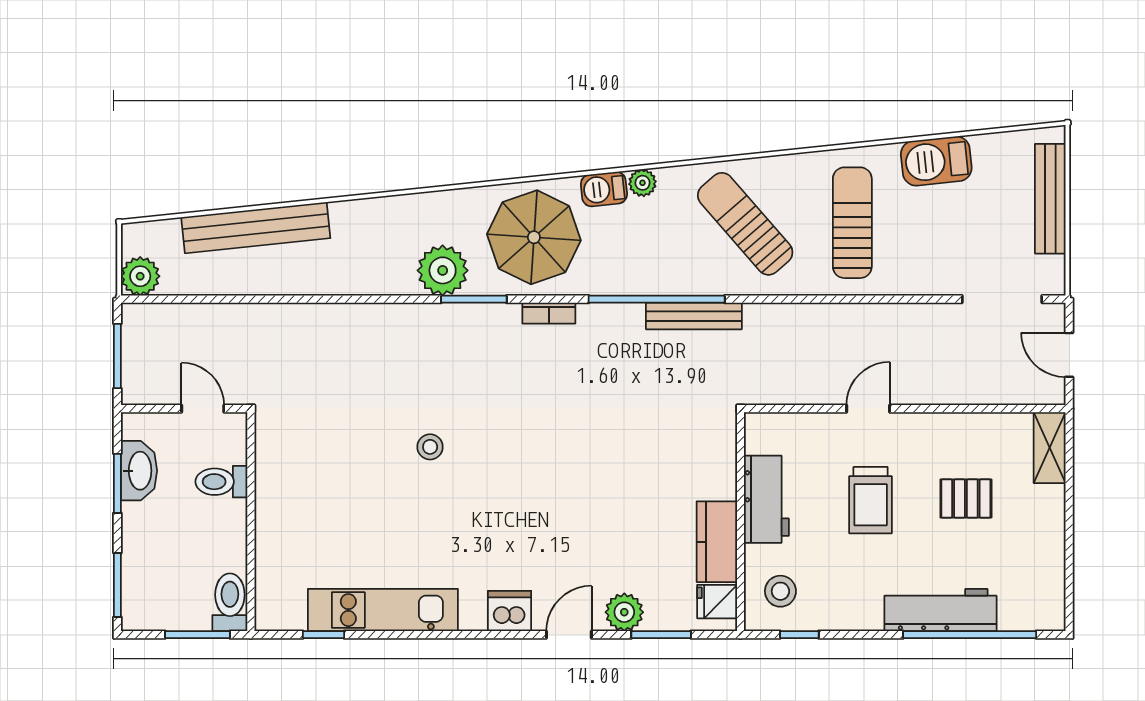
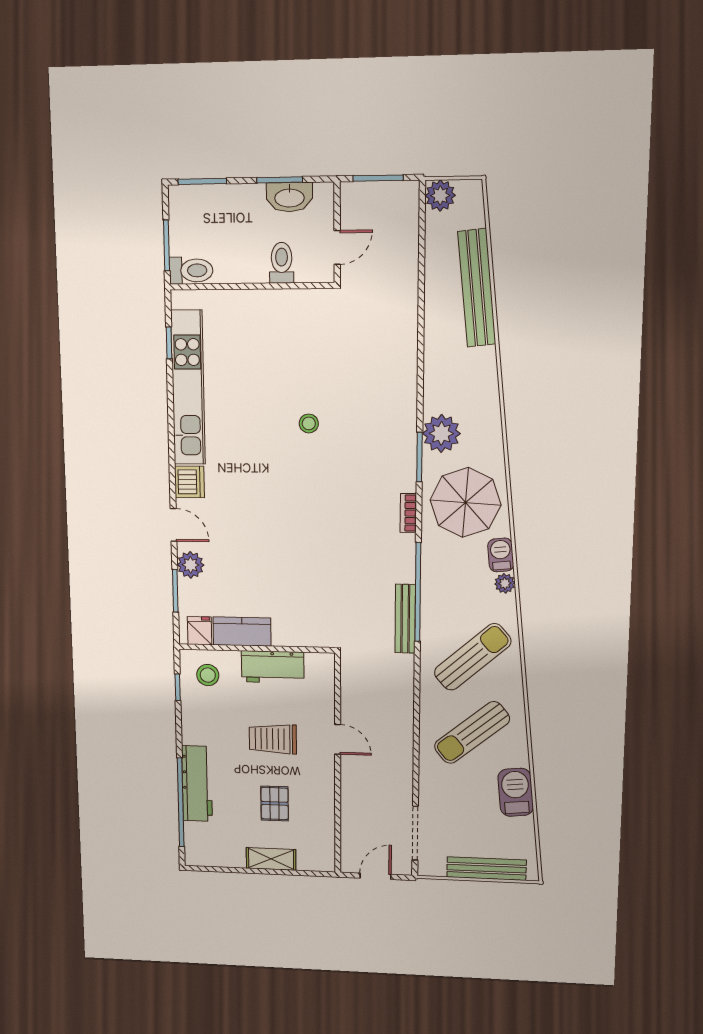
sun lounger: (852, 223) -> (472, 733), turned 141
shelving: (1050, 448) -> (271, 859), moved
kitchen unit: (383, 610) -> (188, 388), width x1.36

